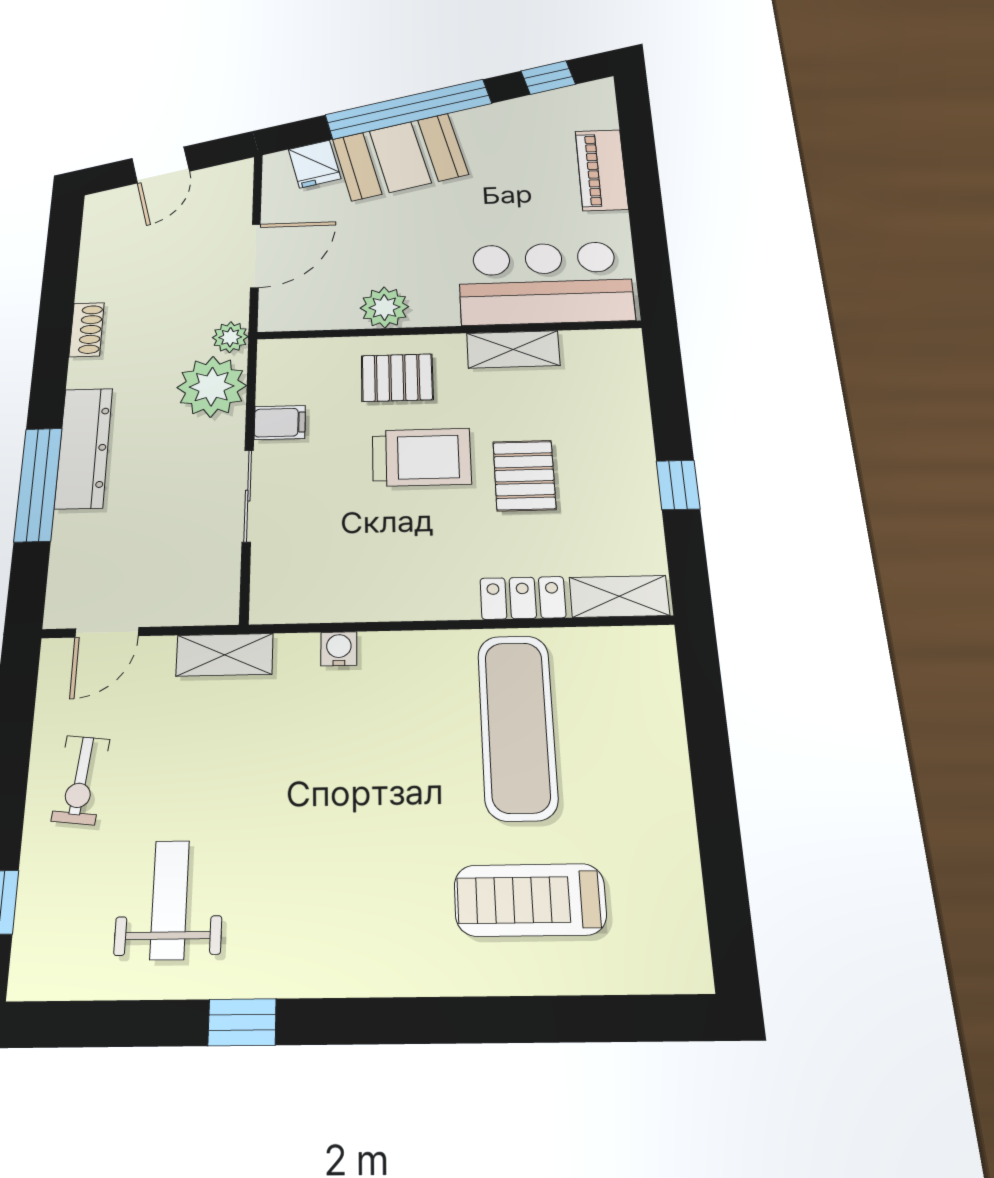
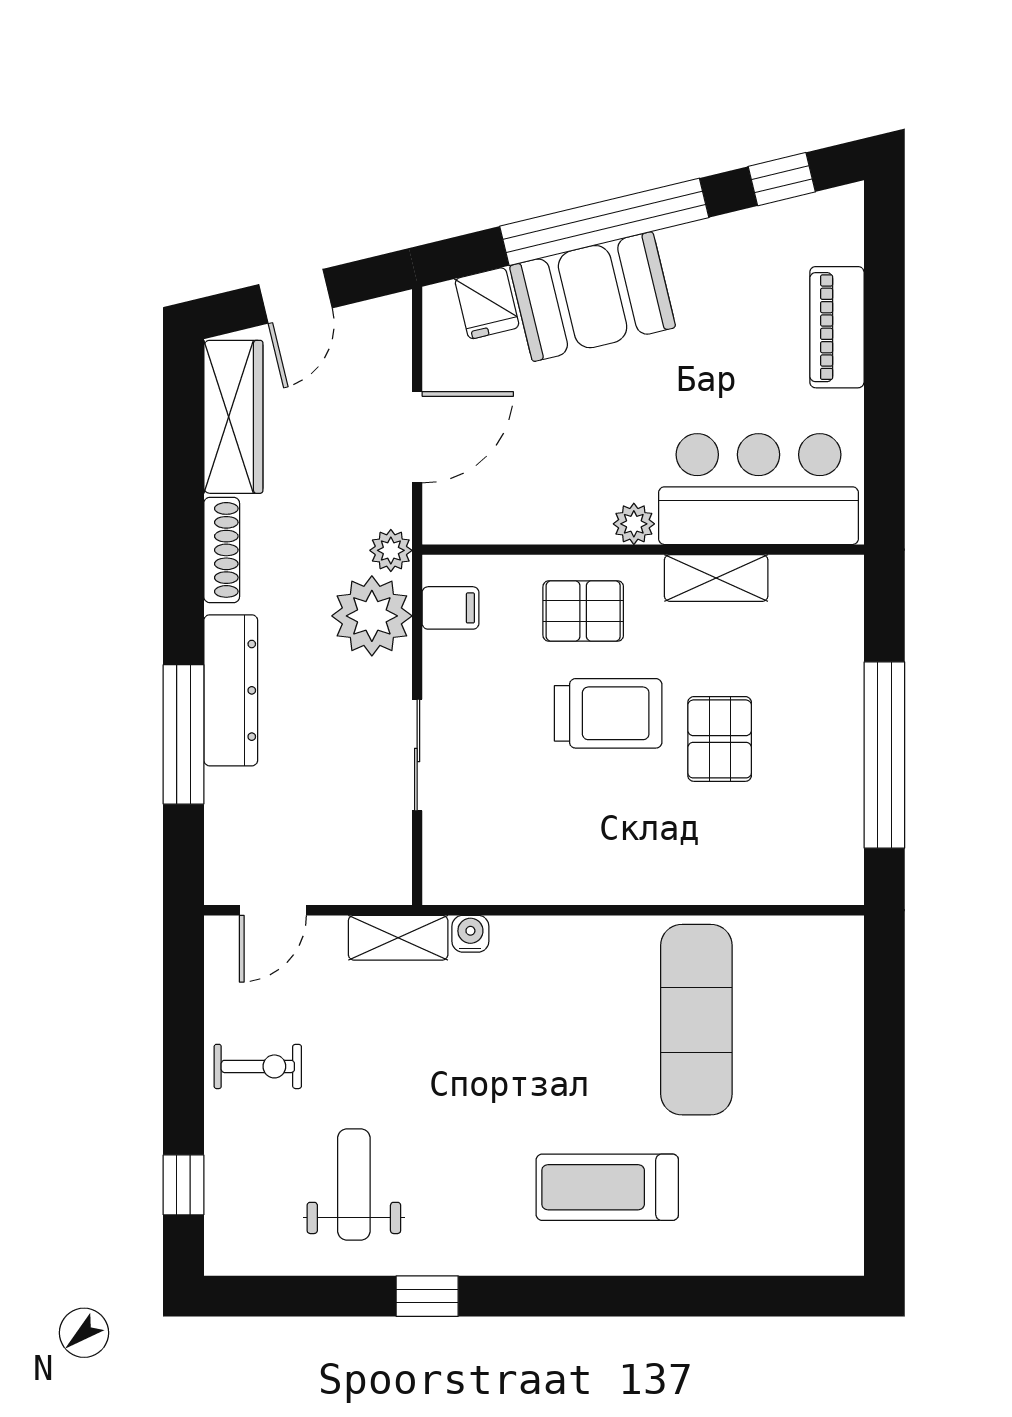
wardrobe: (104, 247) -> (233, 417), added
plant: (384, 307) -> (634, 524), moved, width x0.73, depth x0.73
shoe rack: (87, 330) -> (222, 550), width x1.43
filing cabinet: (280, 423) -> (451, 608), moved
window: (678, 485) -> (884, 755), width x3.17
shelving: (619, 596) -> (810, 883), removed
locker: (523, 598) -> (710, 882), removed
water cooler: (339, 649) -> (470, 934), moved
exercise bike: (81, 780) -> (258, 1066), turned -96
treadmill: (530, 900) -> (607, 1187), moved

